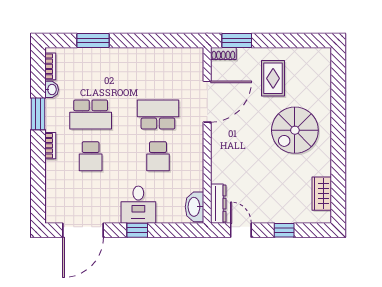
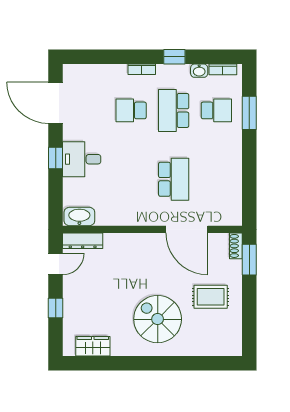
window: (38, 114) -> (174, 57), width x0.67
school desk: (158, 156) -> (216, 110), moved, turned 180

